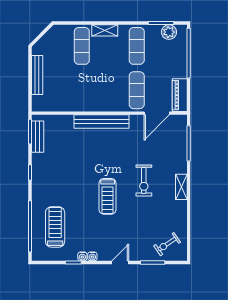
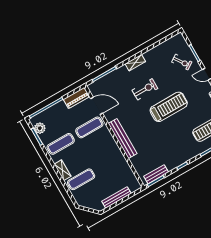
treadmill: (108, 196) -> (169, 107), width x1.37, depth x1.38
exercise bike: (167, 244) -> (182, 62), moved

